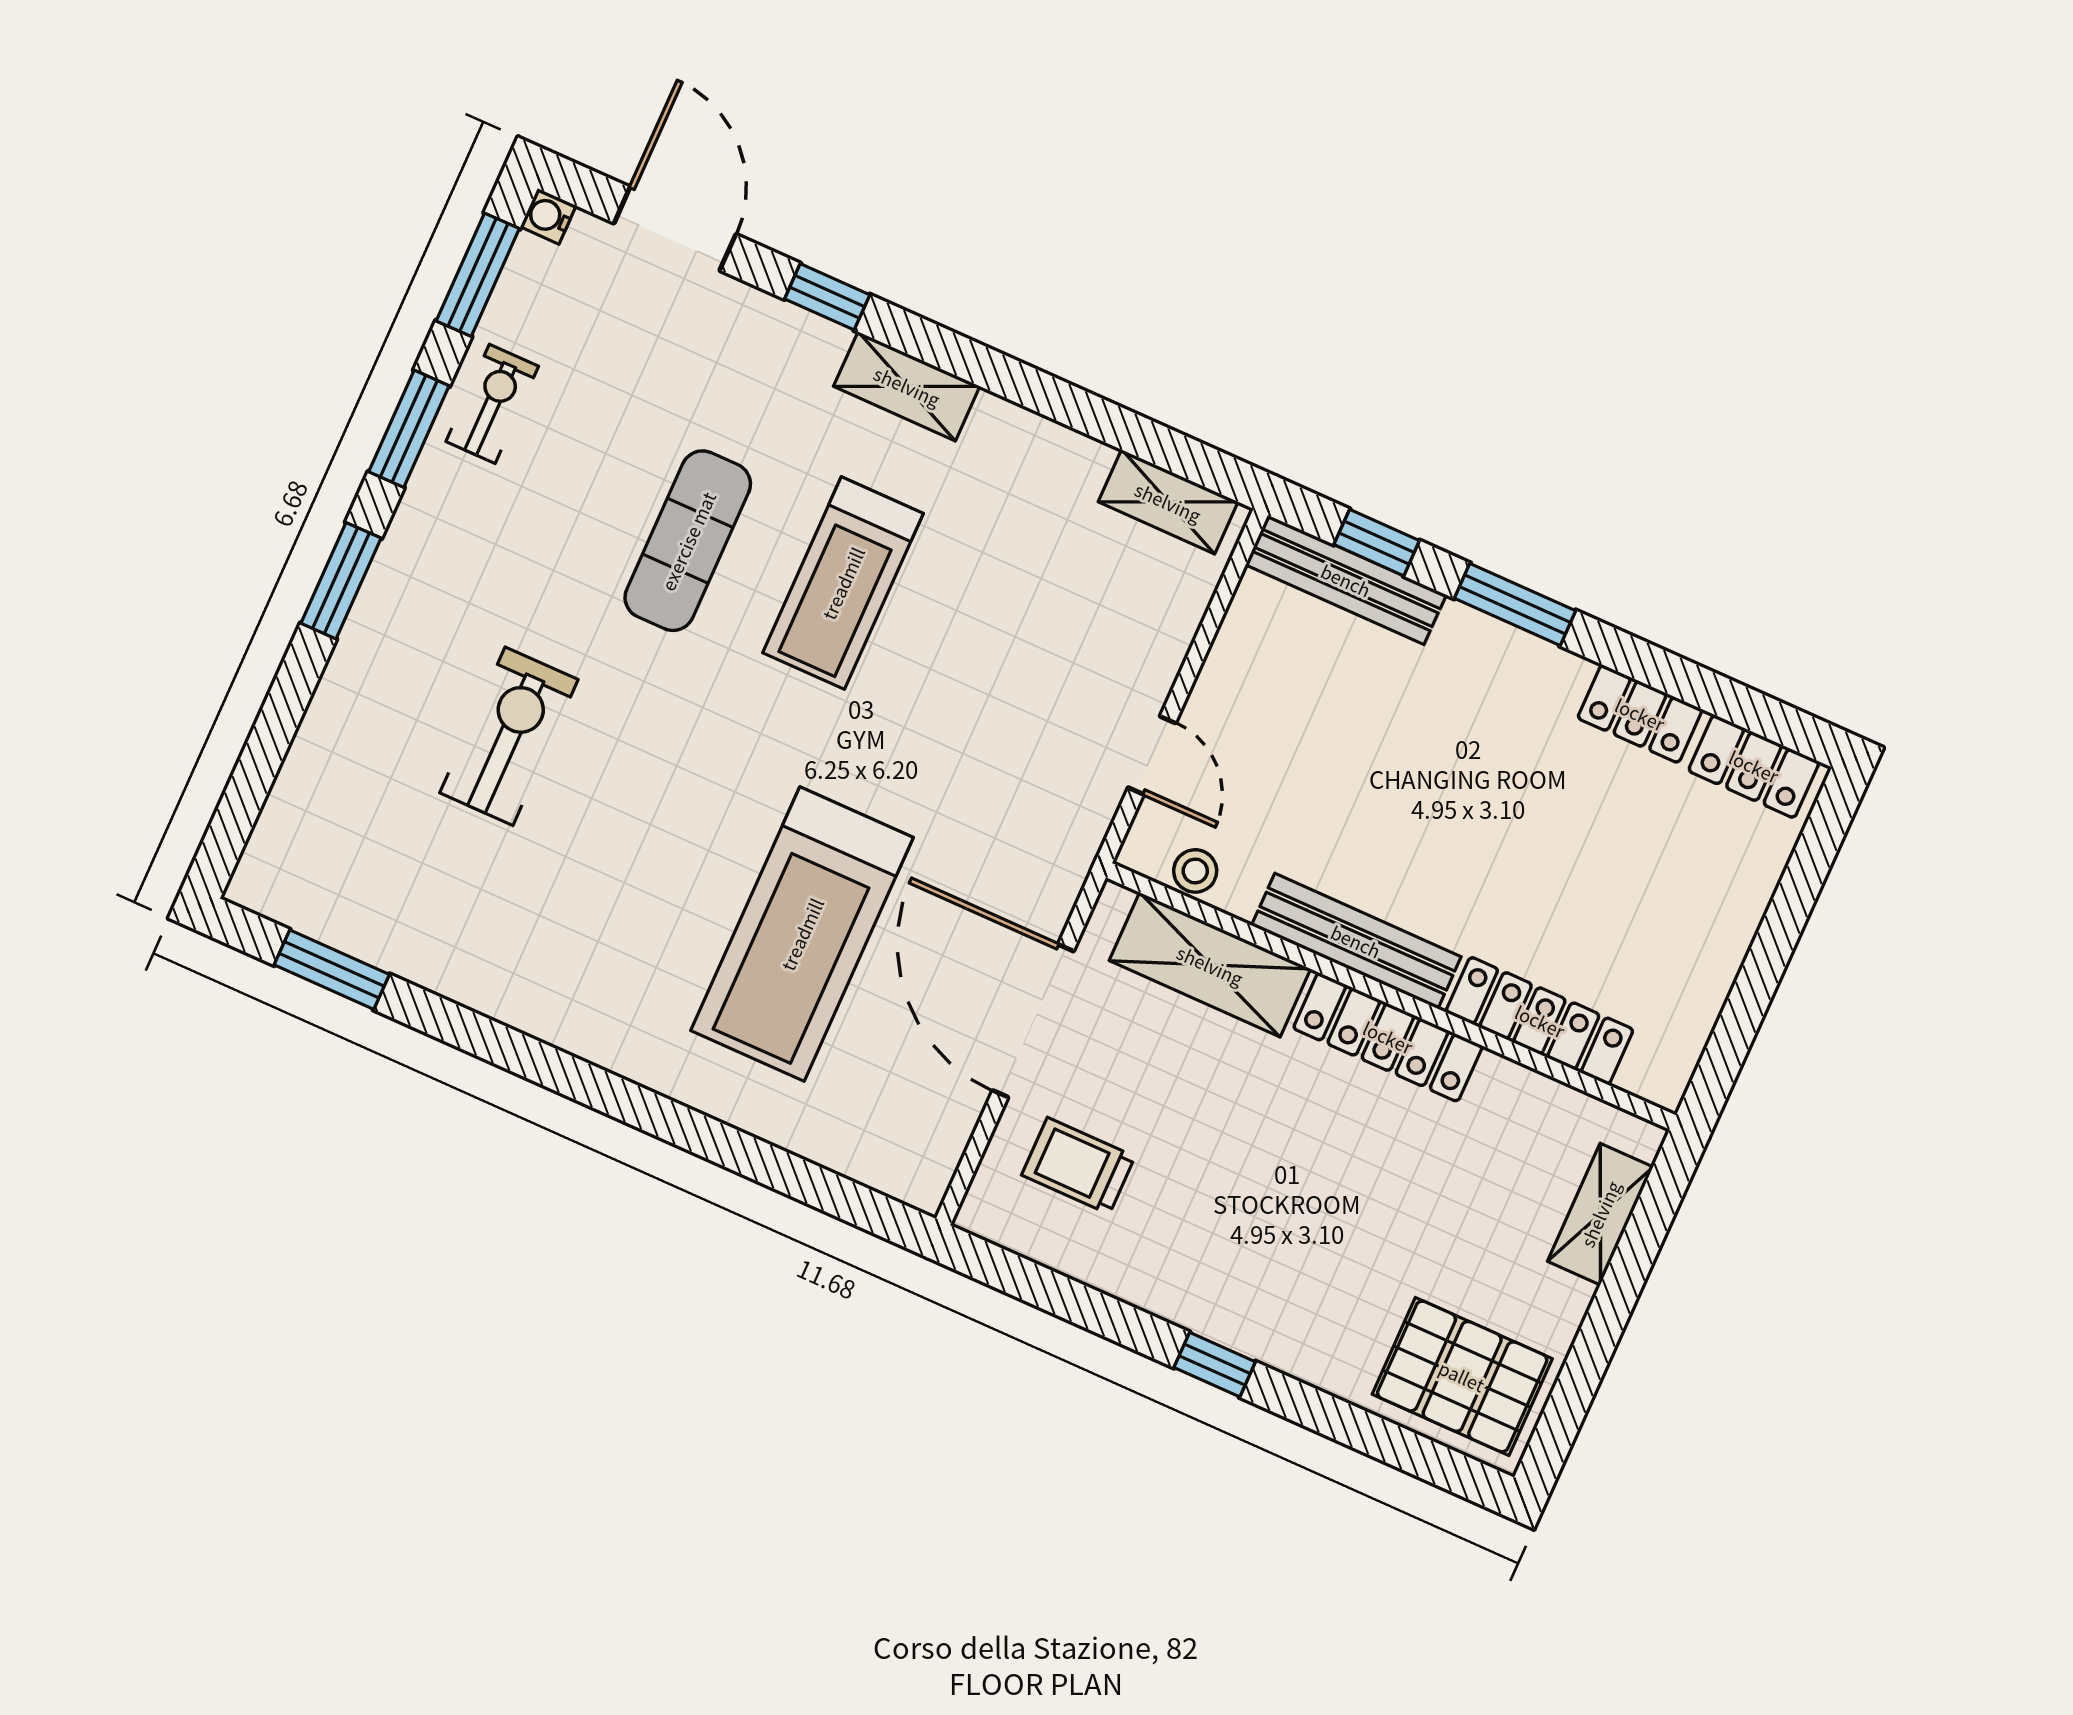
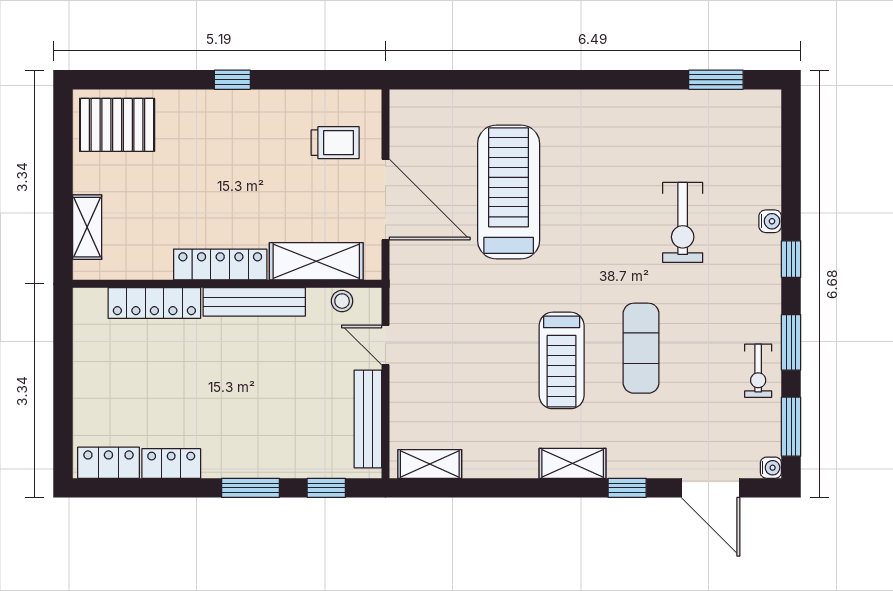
bench: (1346, 580) -> (368, 419), moved, turned 90
window: (341, 581) -> (791, 259), width x0.67
treadmill: (843, 583) -> (562, 360), turned 180
water cooler: (348, 667) -> (770, 221), added

